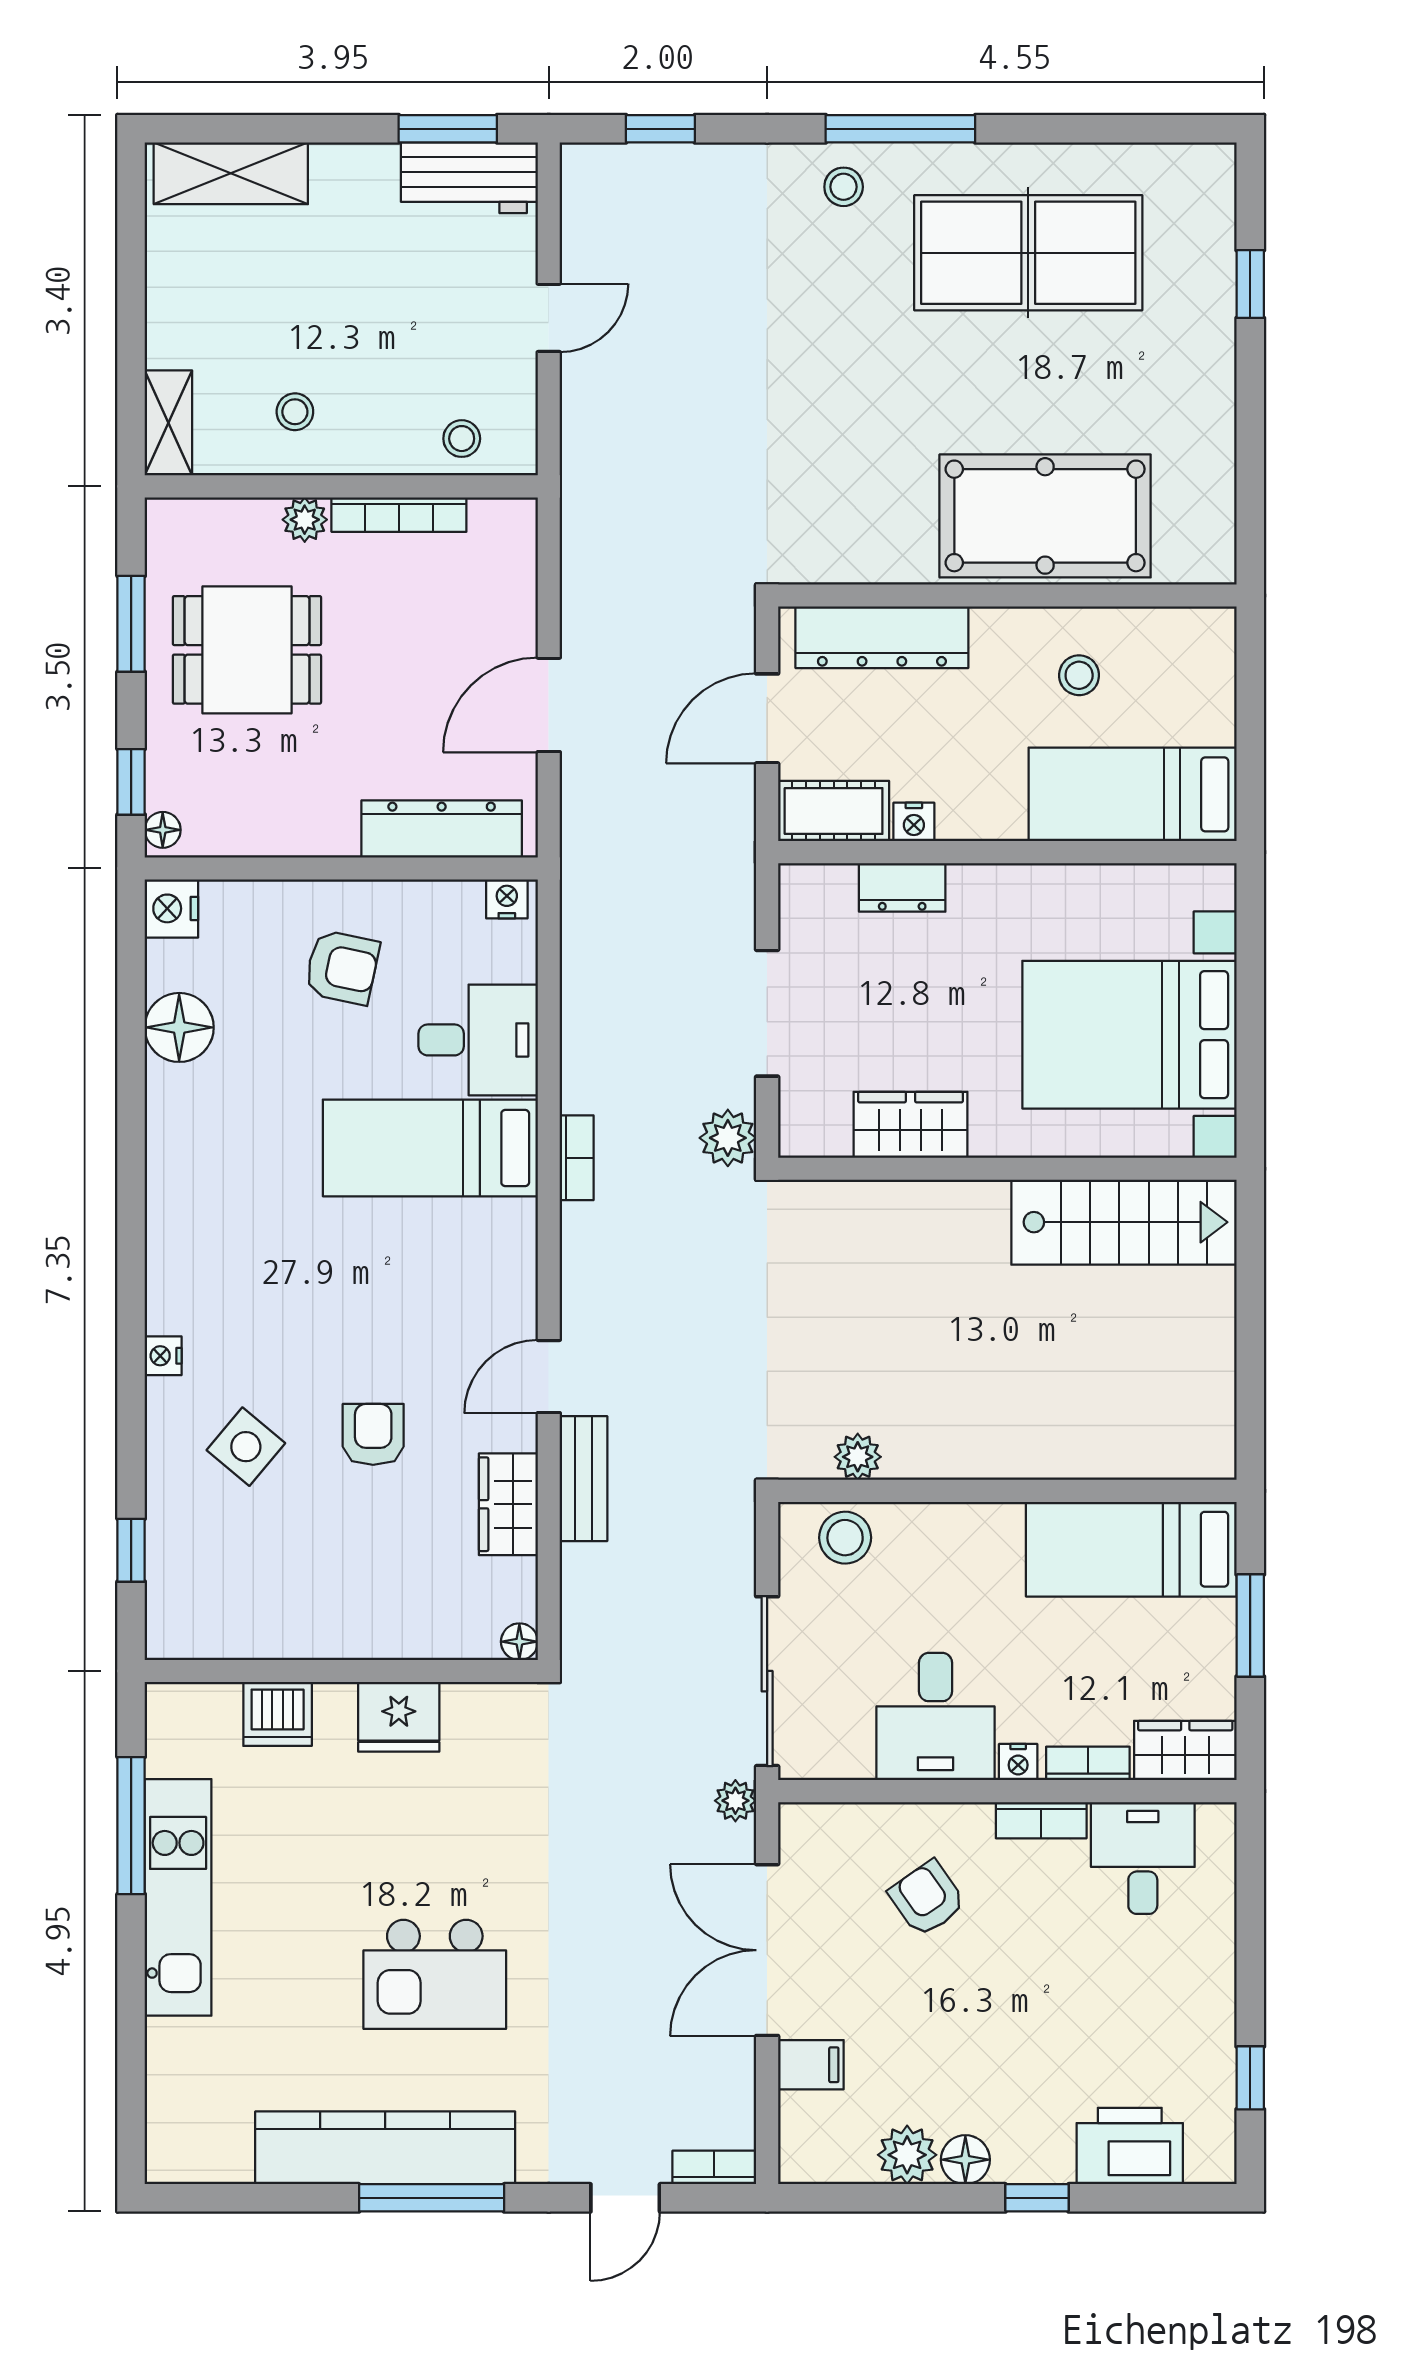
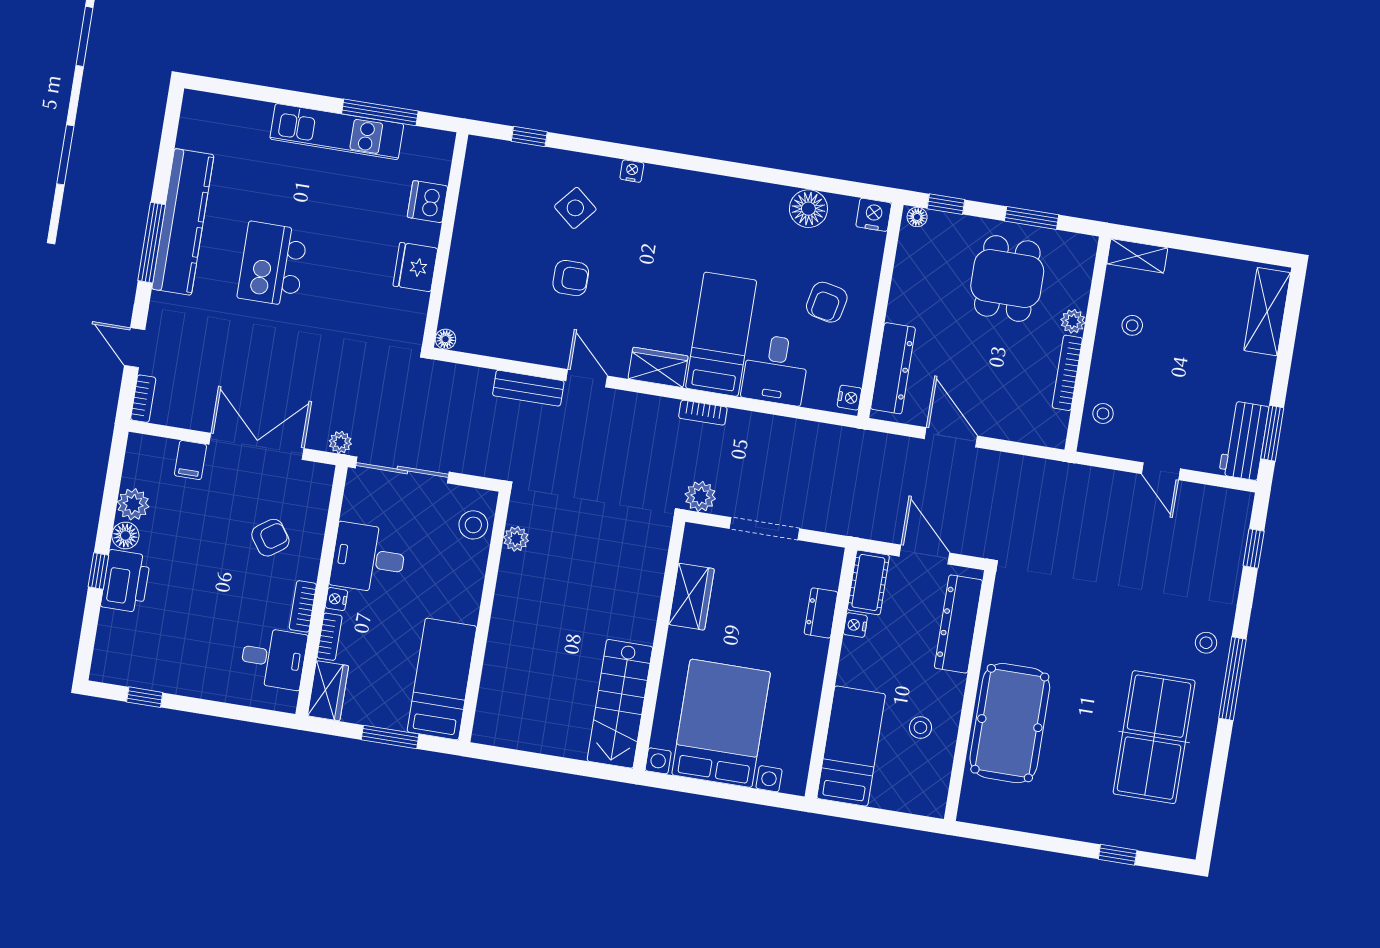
wardrobe: (508, 1504) -> (658, 367), moved
printer: (1130, 2146) -> (126, 581), moved

